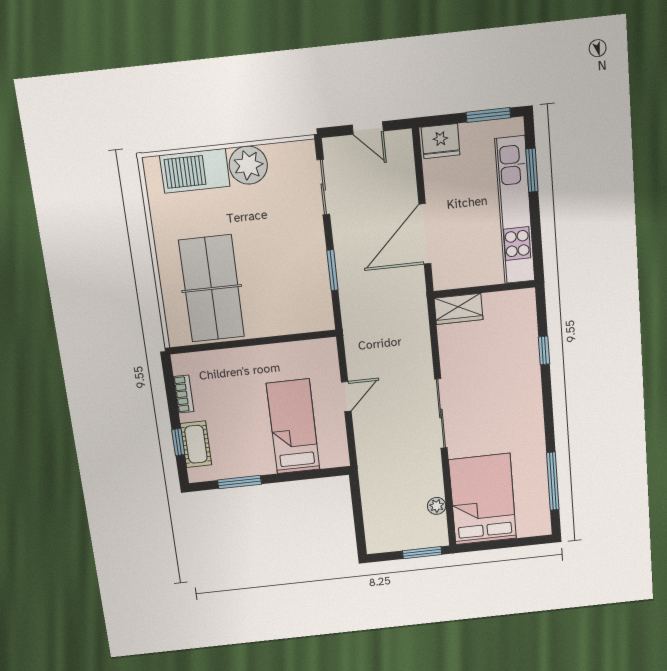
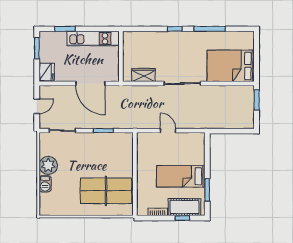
barbecue: (195, 171) -> (45, 184), width x0.53, depth x0.65
kitchen unit: (515, 210) -> (93, 39), width x0.73
wardrobe: (459, 309) -> (144, 75), moved, turned -90
window: (544, 350) -> (175, 29), moved
bed: (293, 426) -> (181, 176), moved
cot: (196, 444) -> (185, 207), width x1.37, depth x1.34
window: (553, 481) -> (210, 29), moved
plant: (437, 506) -> (232, 90), removed

